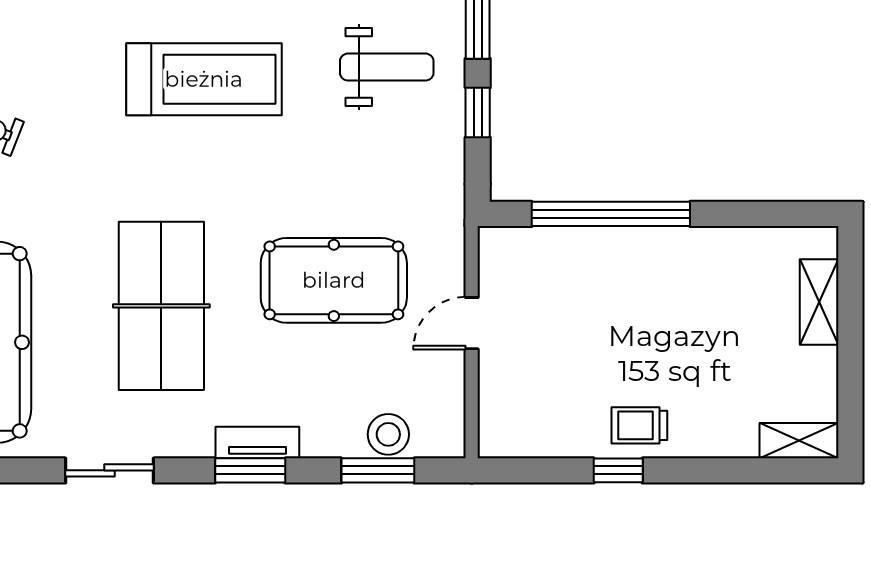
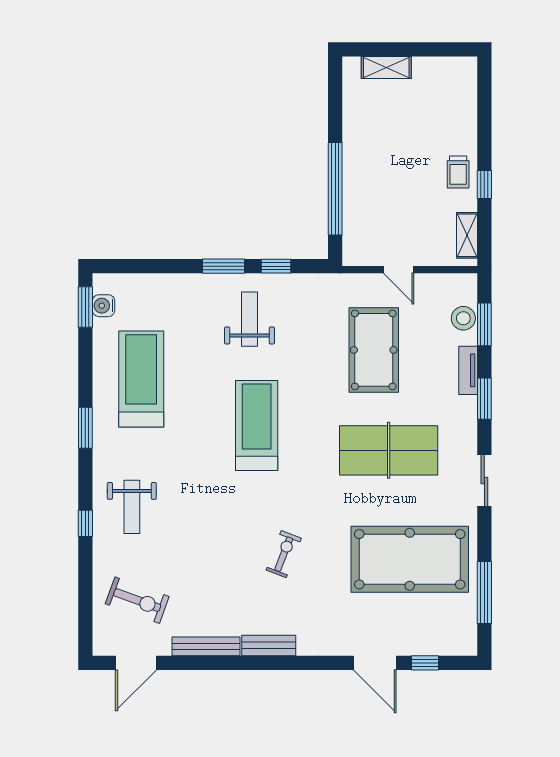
shelving: (799, 441) -> (467, 235), moved
tv unit: (257, 442) -> (468, 370), moved

